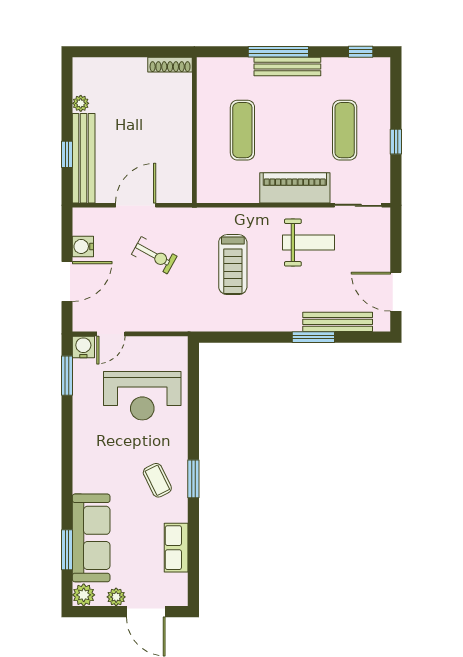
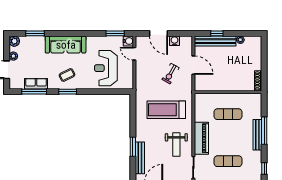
treadmill: (233, 265) -> (166, 110), width x1.37, depth x1.37
sofa: (91, 538) -> (66, 45), moved
window: (193, 552) -> (34, 92), added

